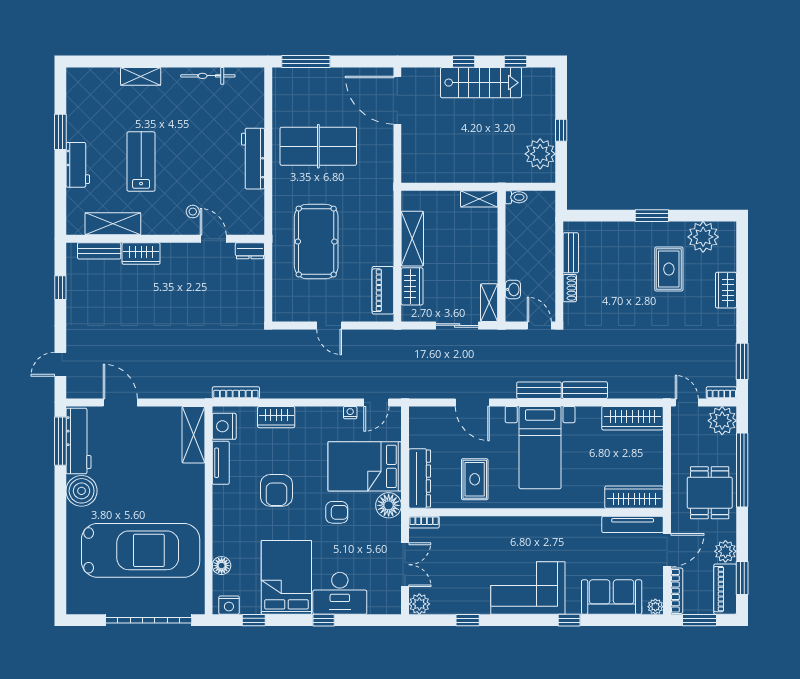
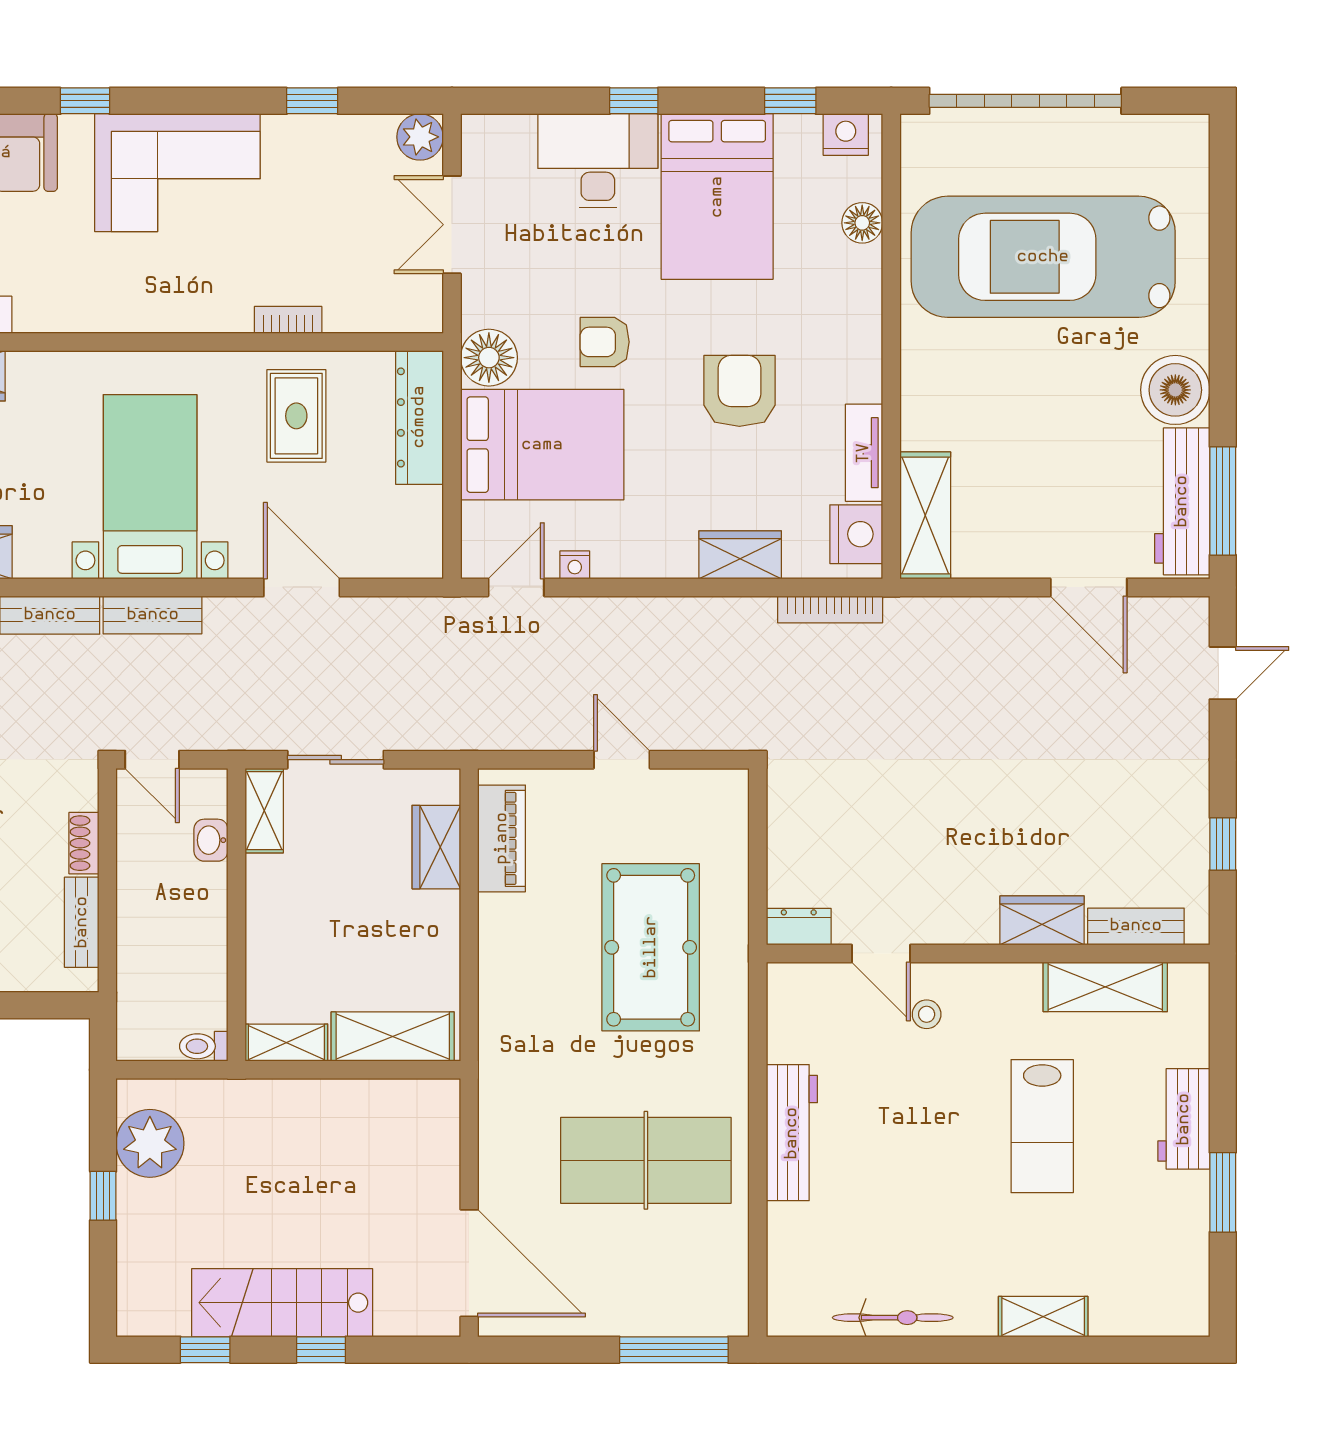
shelving: (412, 239) -> (393, 1037), moved, turned 90
bookcase: (424, 522) -> (288, 320), moved

